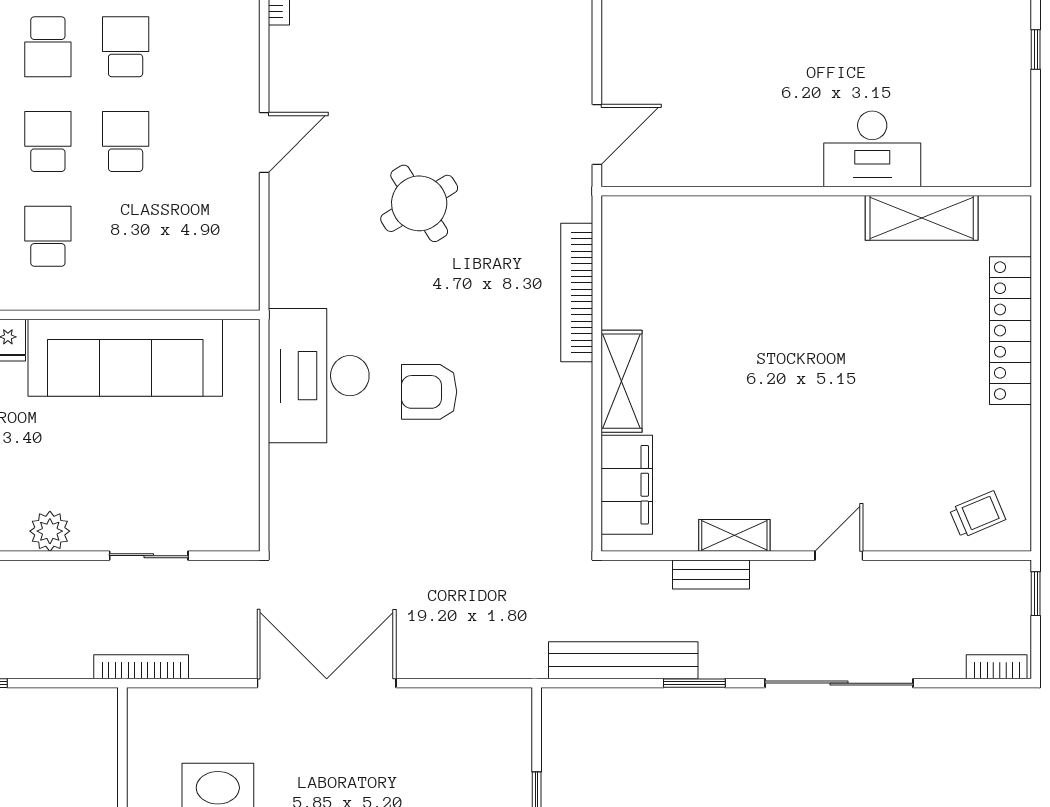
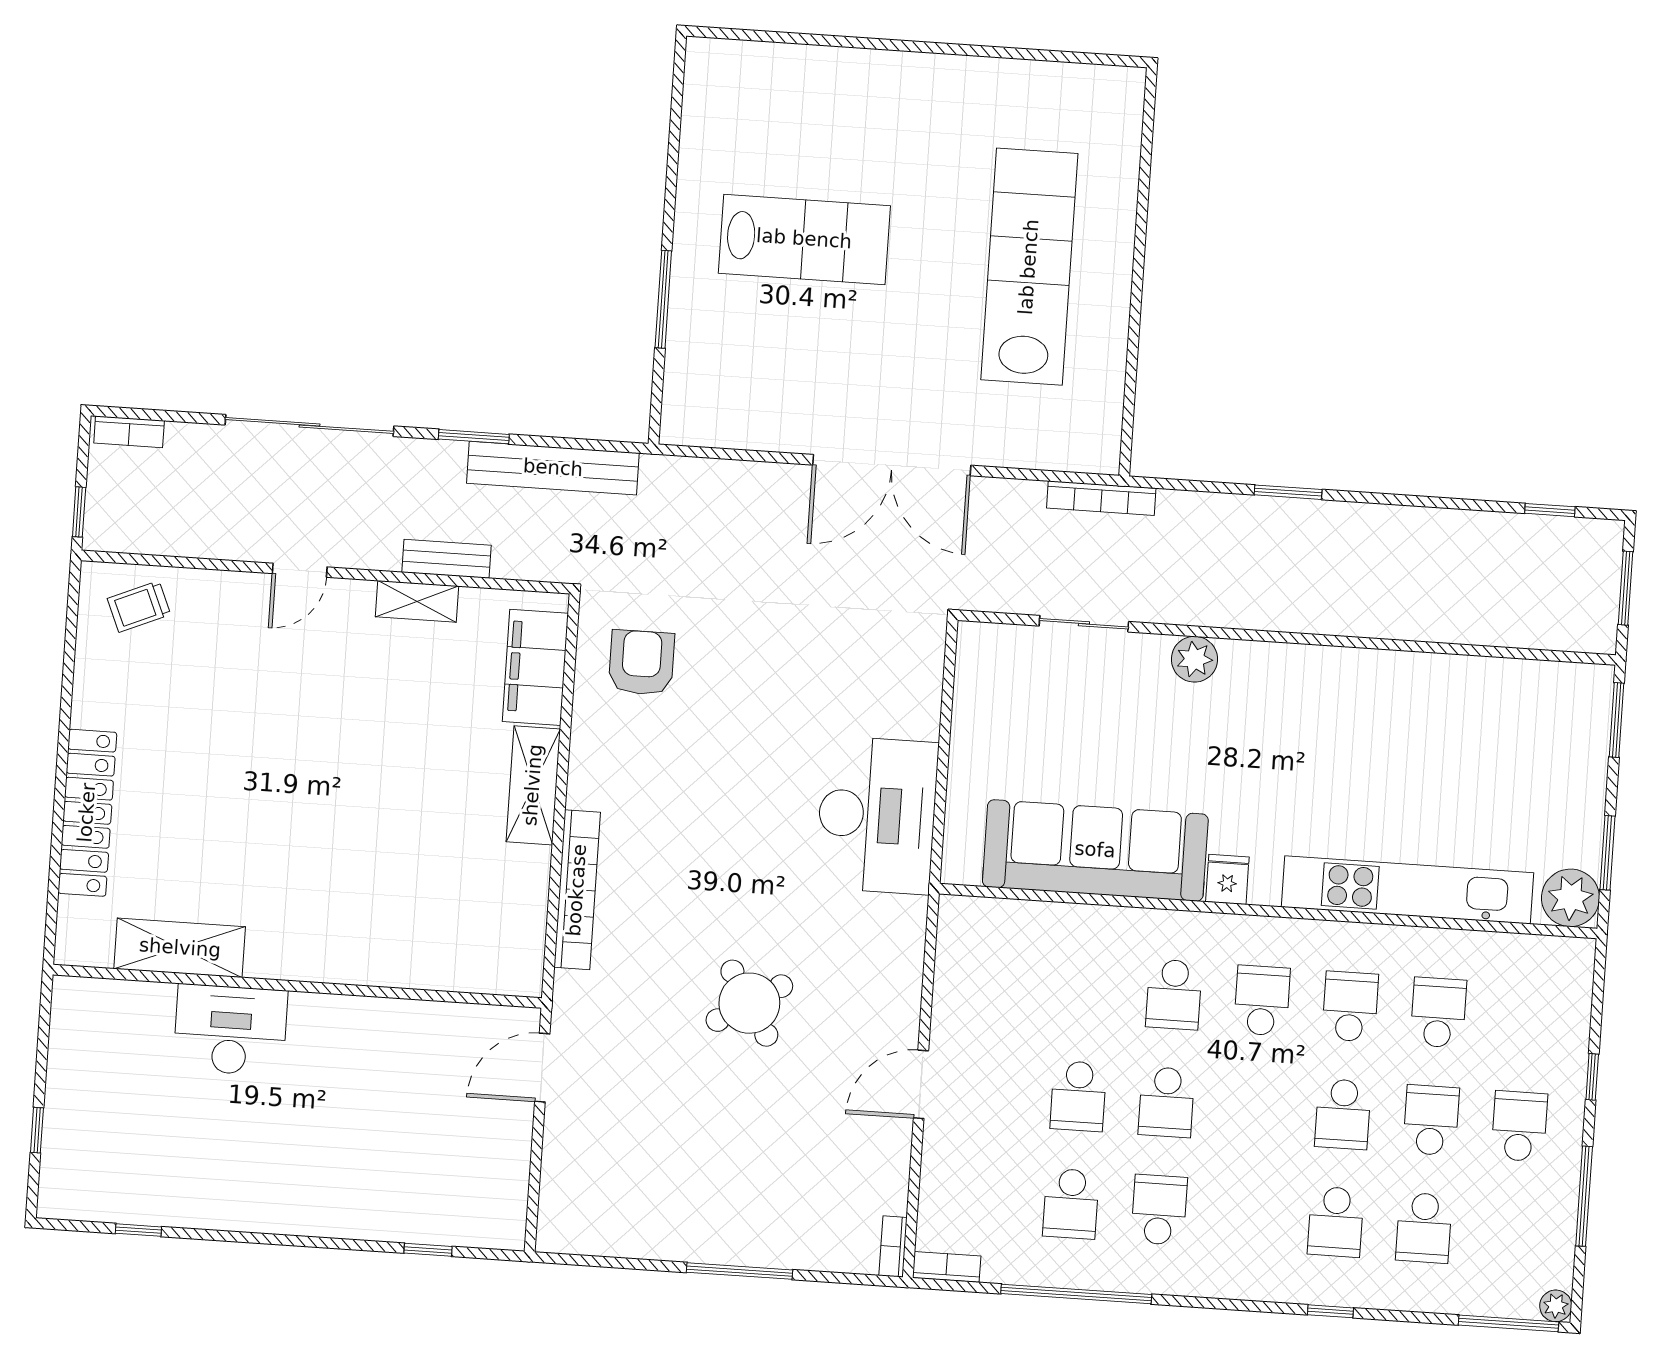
armchair: (429, 392) -> (642, 663), moved, turned -90

